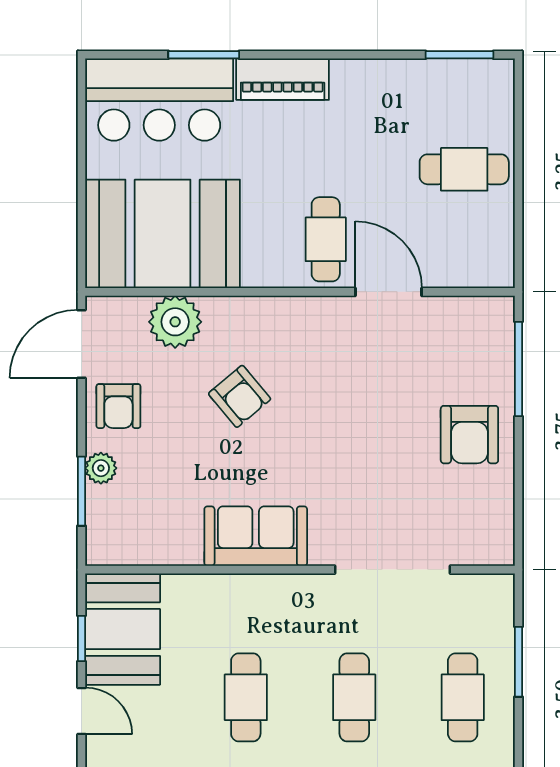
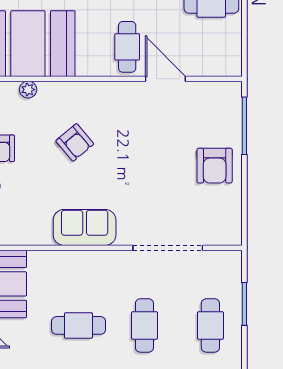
plant: (175, 322) -> (28, 90), width x0.53, depth x0.53
cafe table: (246, 697) -> (79, 325), turned 90

